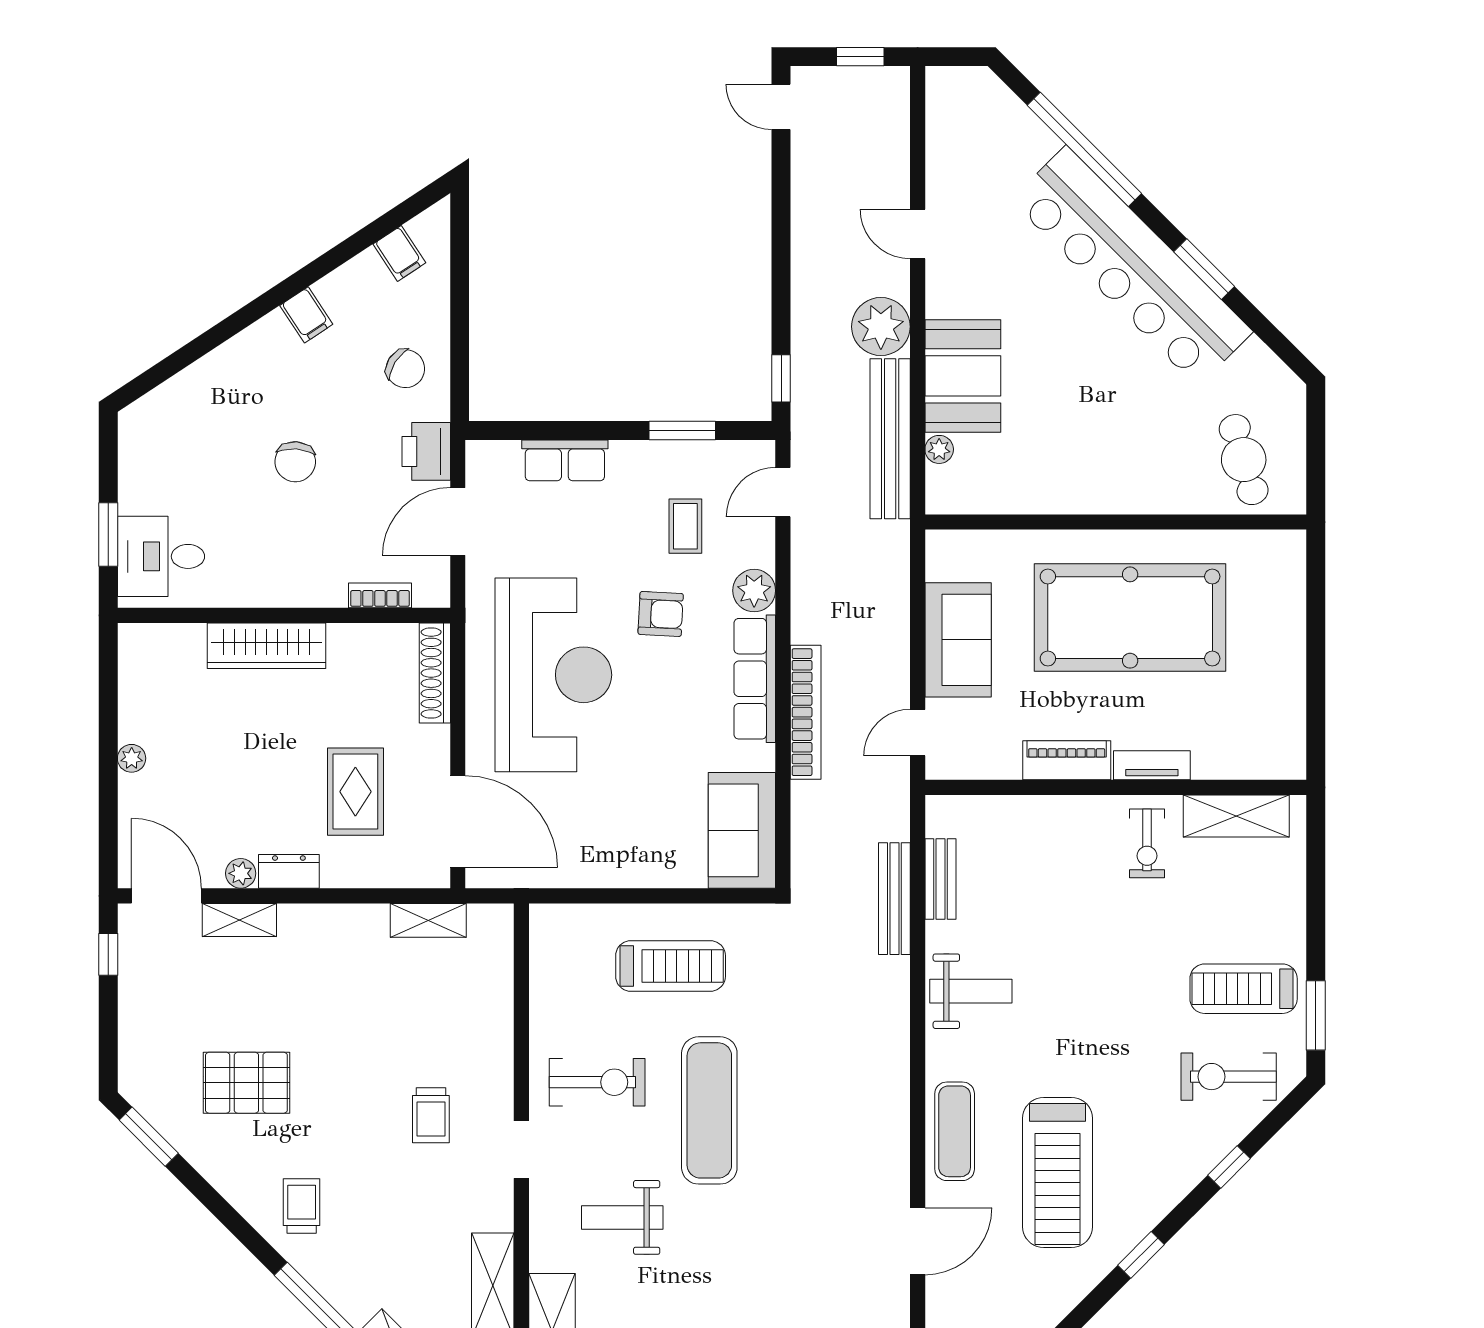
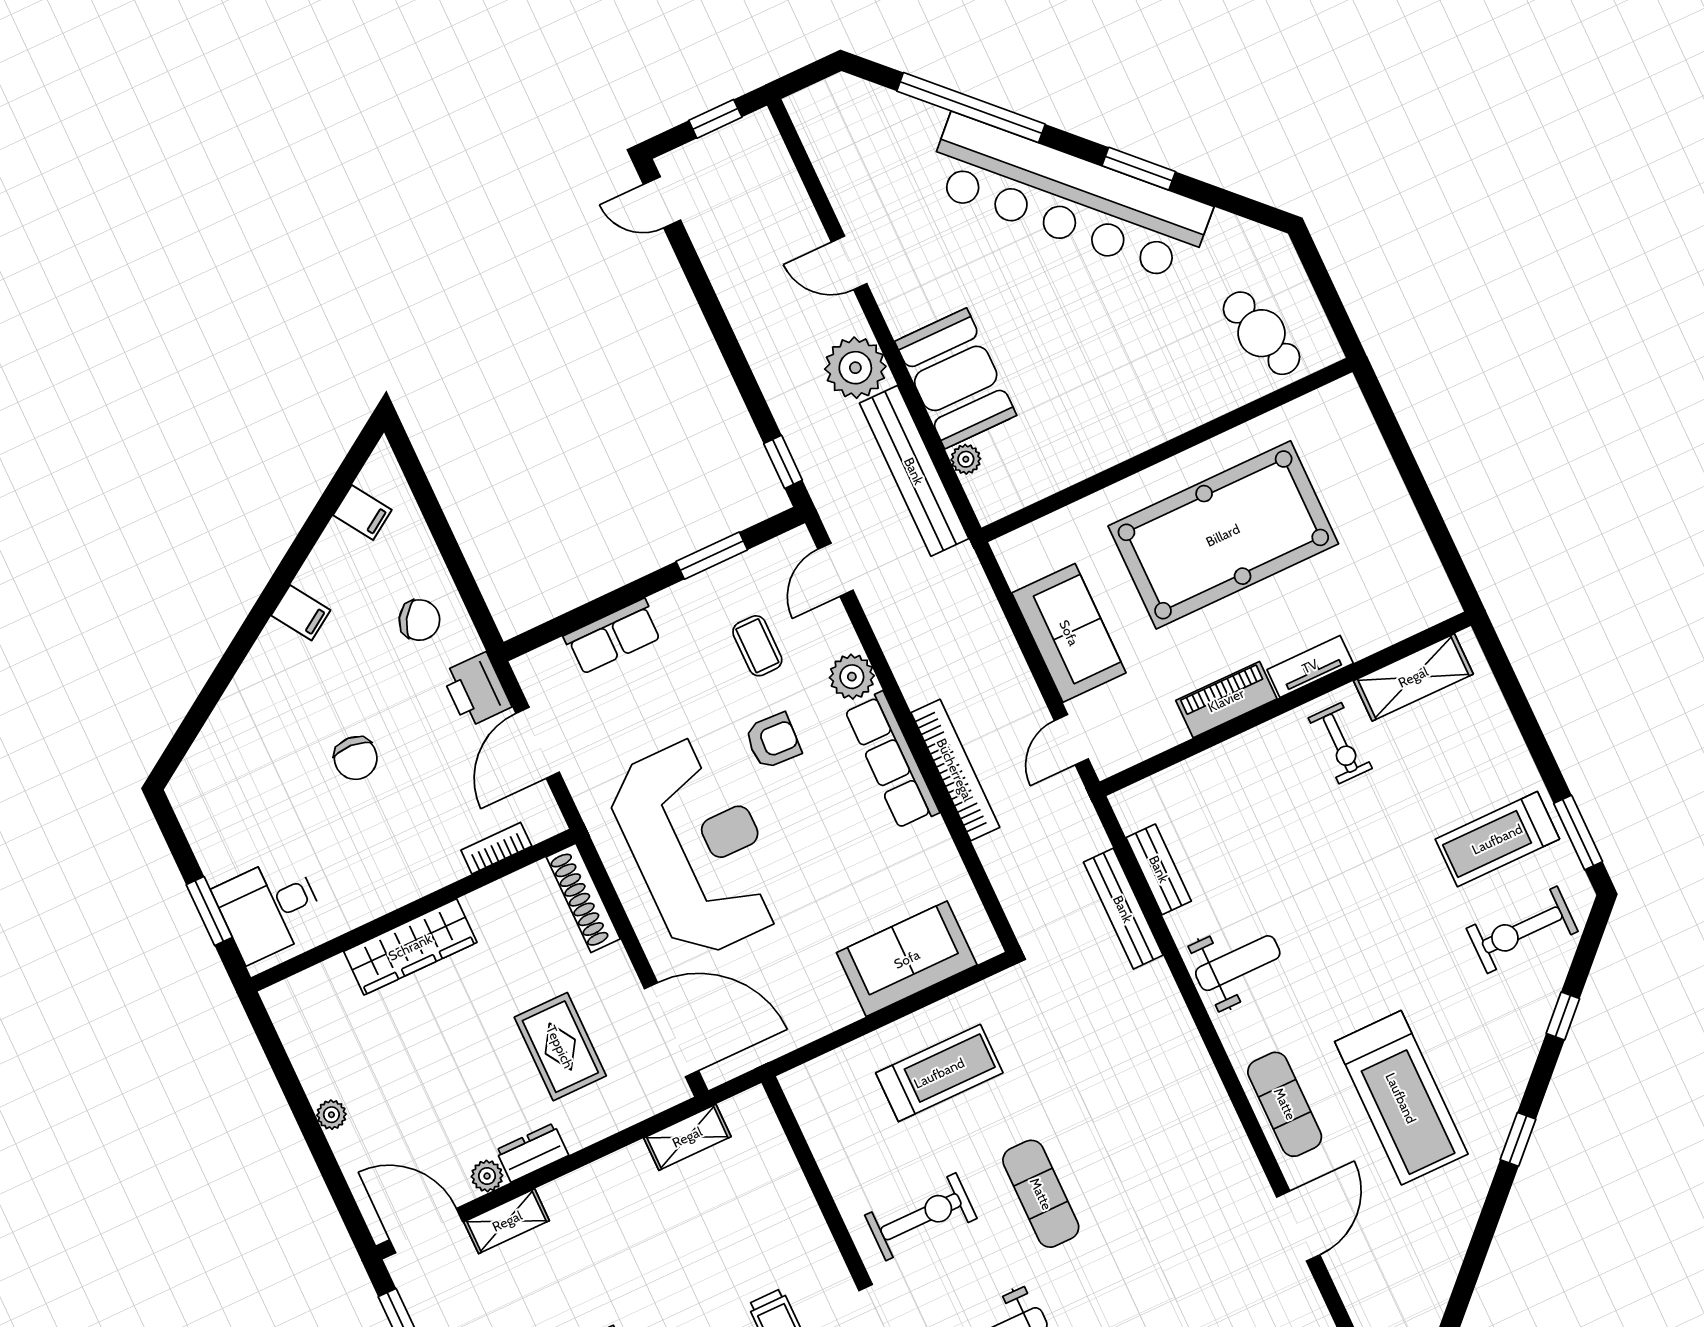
sofa: (742, 830) -> (907, 959), moved, turned 90
exercise mat: (709, 1110) -> (1041, 1194), width x0.73, depth x0.69

